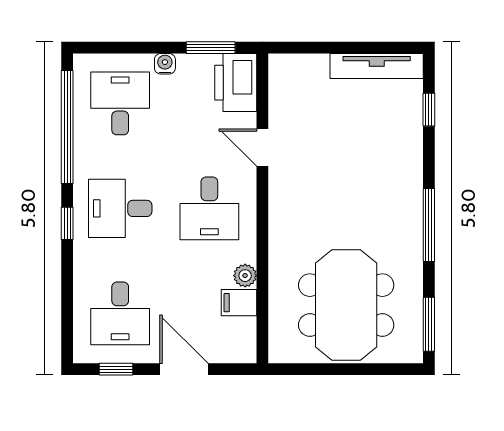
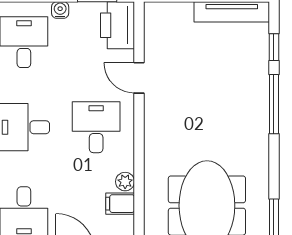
desk: (209, 208) -> (96, 127), turned 180
window: (429, 225) -> (274, 104), moved

